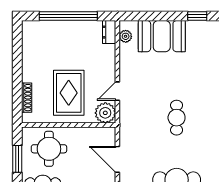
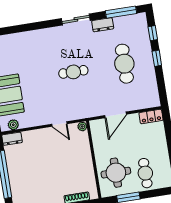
rug: (69, 93) -> (67, 164), removed
plant: (105, 113) -> (82, 126), width x0.53, depth x0.53

